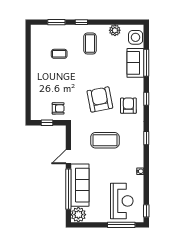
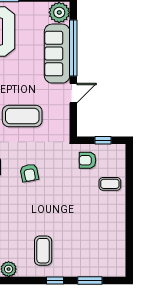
coffee table: (59, 54) -> (110, 184), moved
armchair: (100, 99) -> (29, 173), width x0.53, depth x0.53

